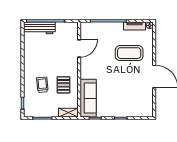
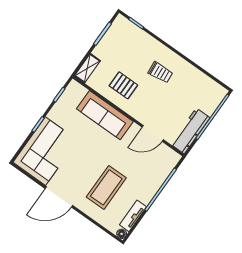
workbench: (39, 28) -> (190, 131), moved
door: (79, 48) -> (153, 133), hinge flipped
trolley: (42, 85) -> (160, 72), moved
sofa: (88, 98) -> (105, 115), moved
corner sofa: (133, 103) -> (45, 151), added

